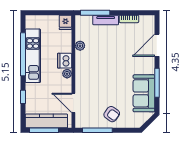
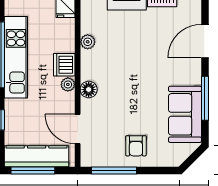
floor lamp: (81, 77) -> (89, 90), added
armchair: (112, 114) -> (136, 146), turned 54

